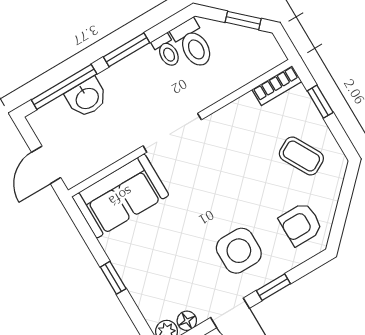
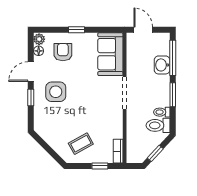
armchair: (301, 224) -> (63, 52), moved

